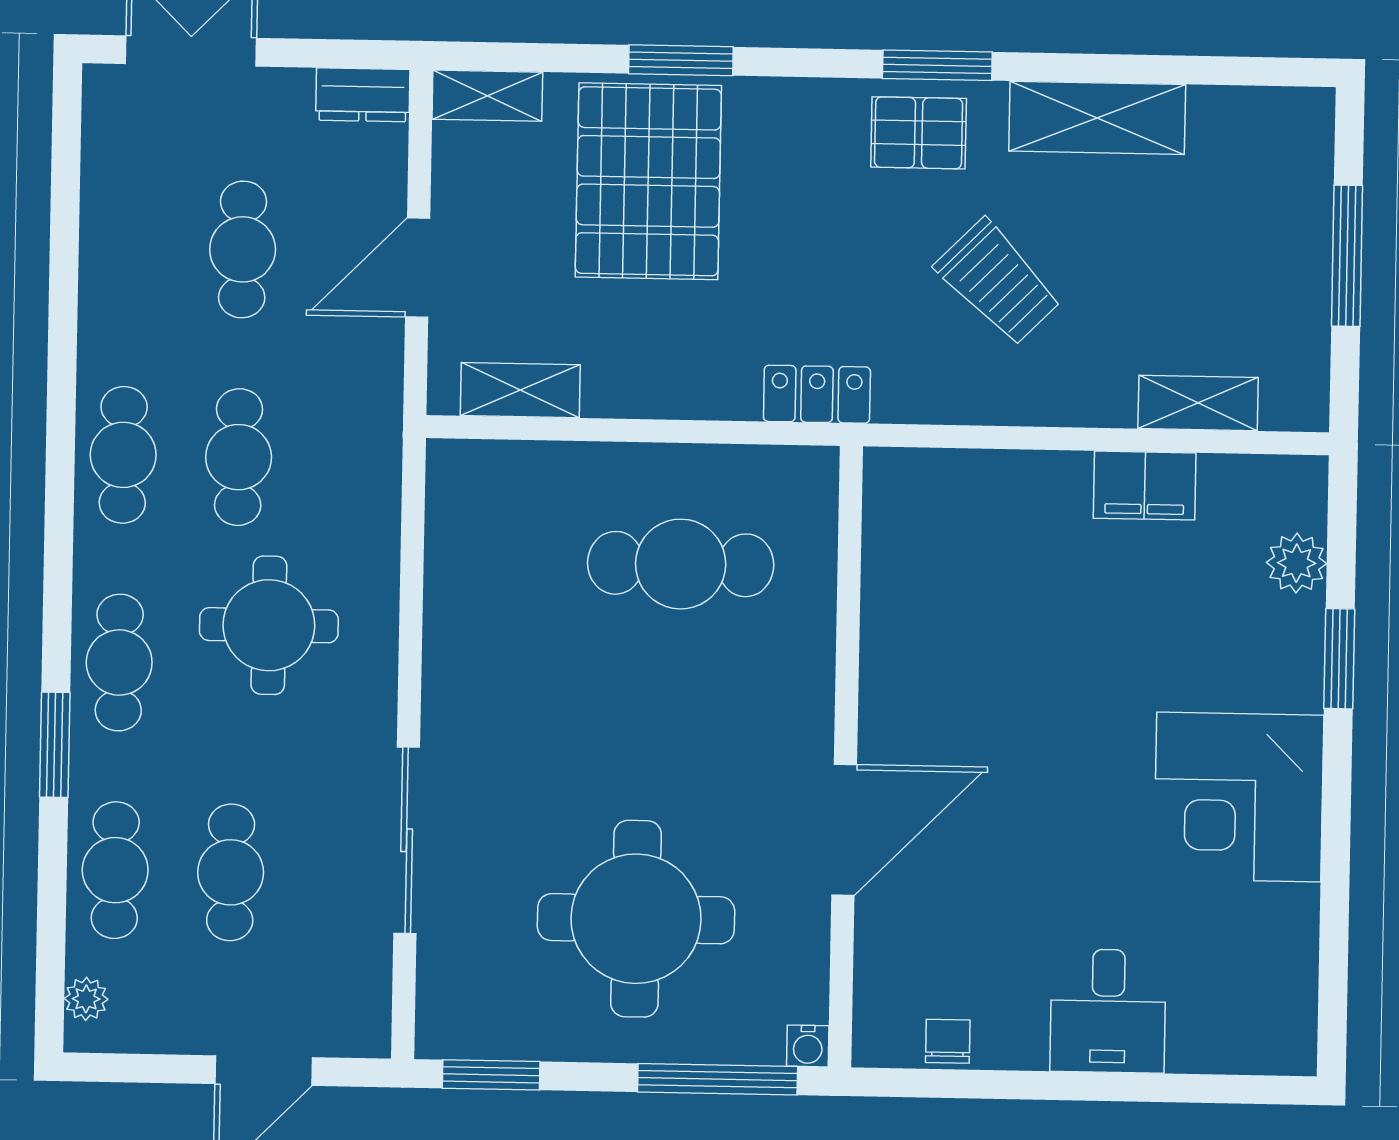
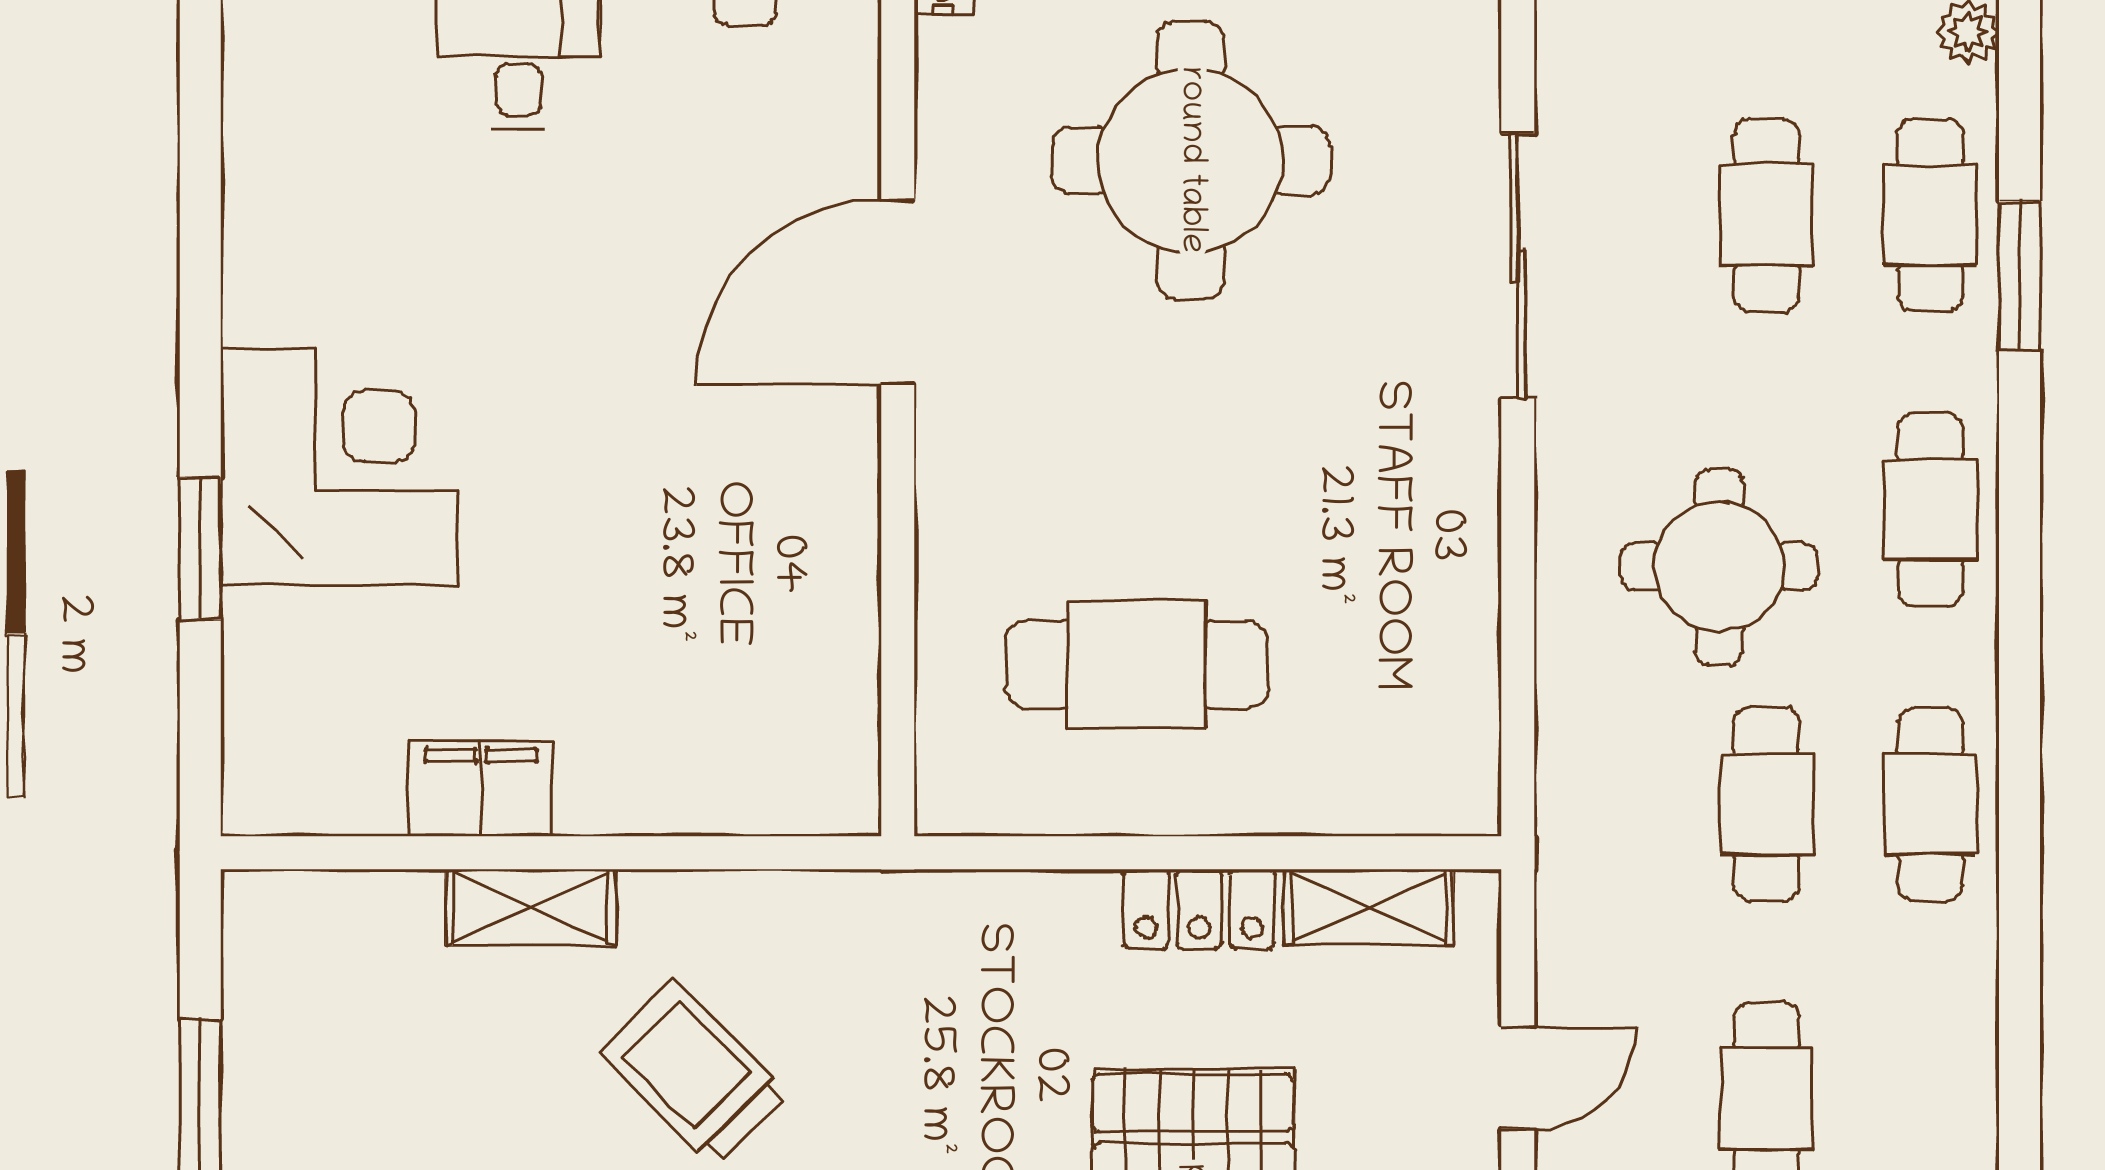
door: (418, 268) -> (1518, 1078), width x0.73
locker: (817, 394) -> (1199, 909), moved
shelving: (1198, 403) -> (531, 907), moved
plant: (1297, 563) -> (263, 683), removed
window: (55, 745) -> (2020, 276), moved
corner desk: (1239, 797) -> (339, 467), moved

